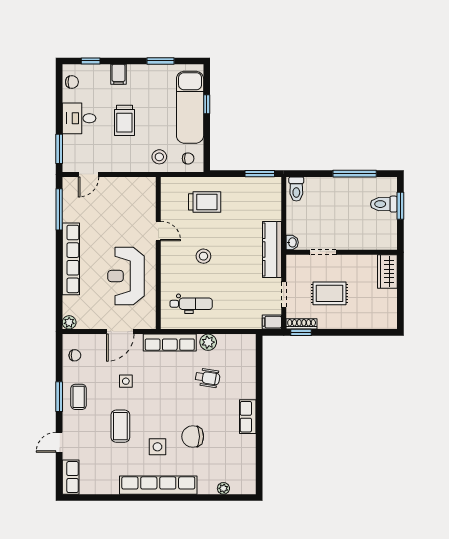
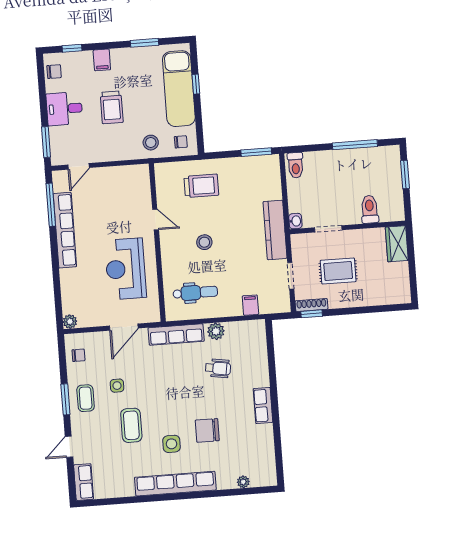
toilet: (384, 204) -> (370, 209), moved, turned 90
row of seats: (71, 259) -> (65, 230), moved
filing cabinet: (272, 322) -> (250, 305), moved, turned 90
side table: (126, 381) -> (117, 386), moved

